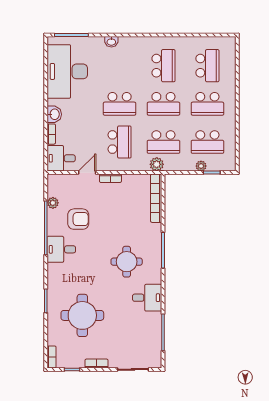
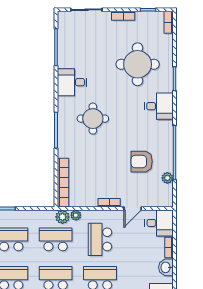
plant: (201, 166) -> (76, 215), moved
desk: (61, 249) -> (159, 106), moved

